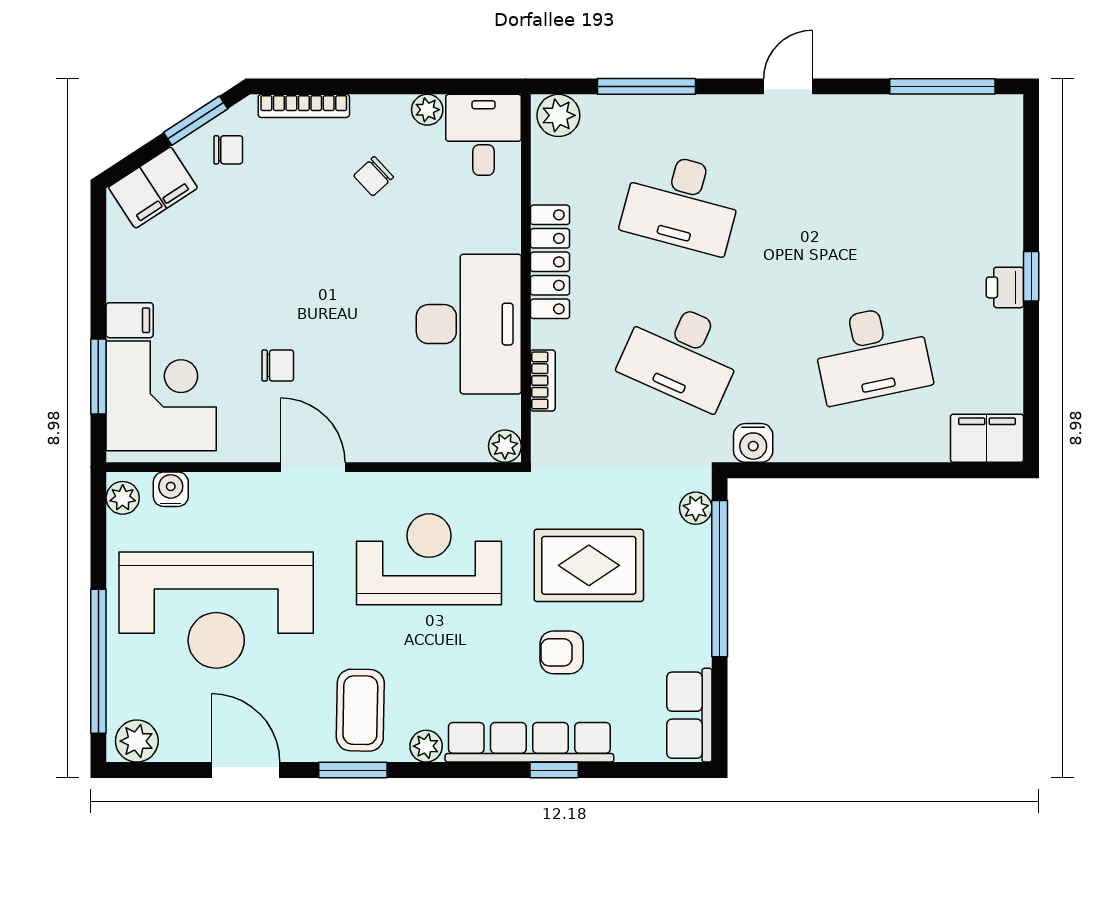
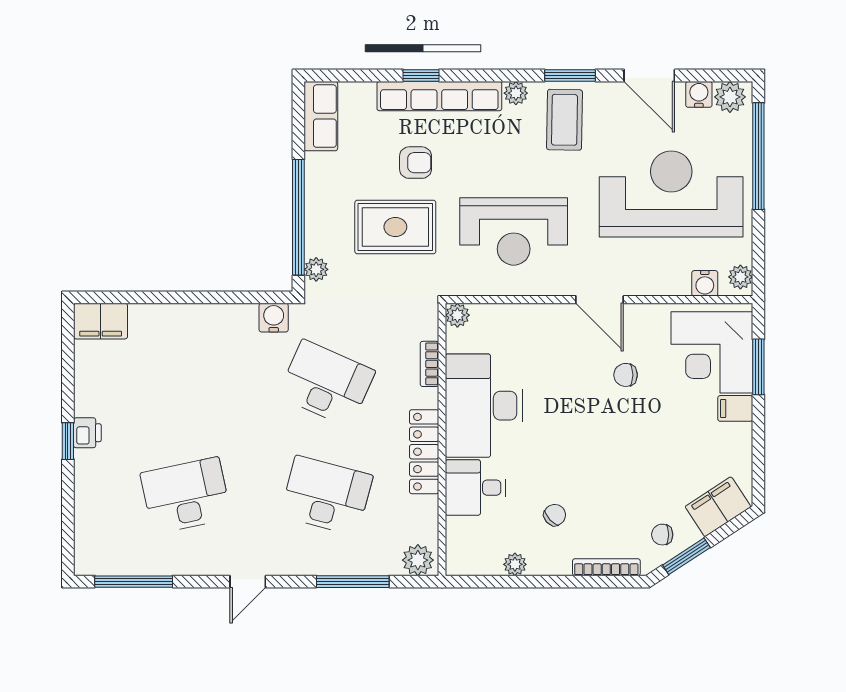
desk: (484, 135) -> (475, 488), moved, turned 90
desk: (872, 354) -> (186, 496), moved
water cooler: (179, 745) -> (699, 94), added

